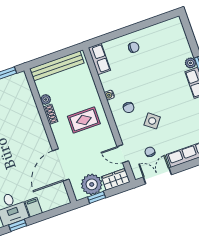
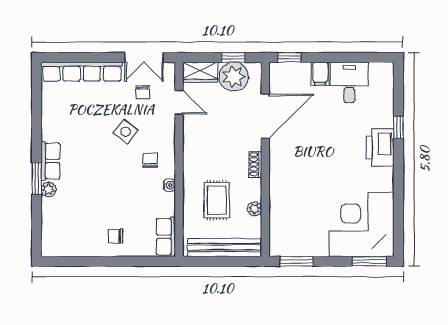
shoe rack: (50, 114) -> (255, 164), moved
rug: (84, 120) -> (217, 200), moved, turned 90
window: (18, 225) -> (289, 57), moved

